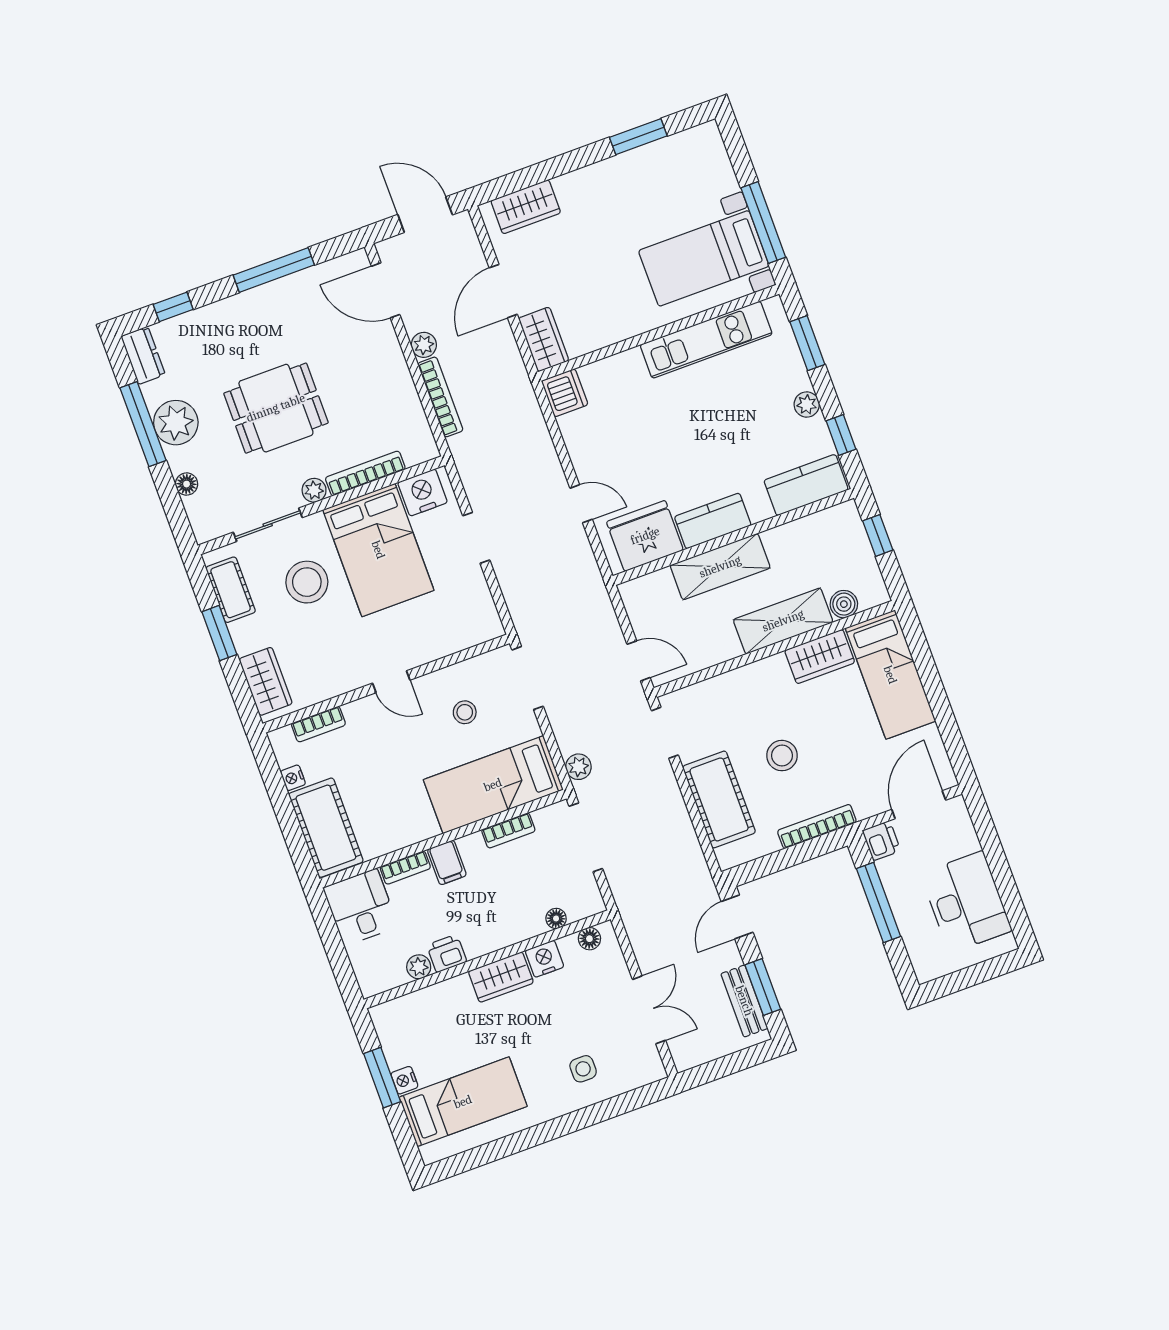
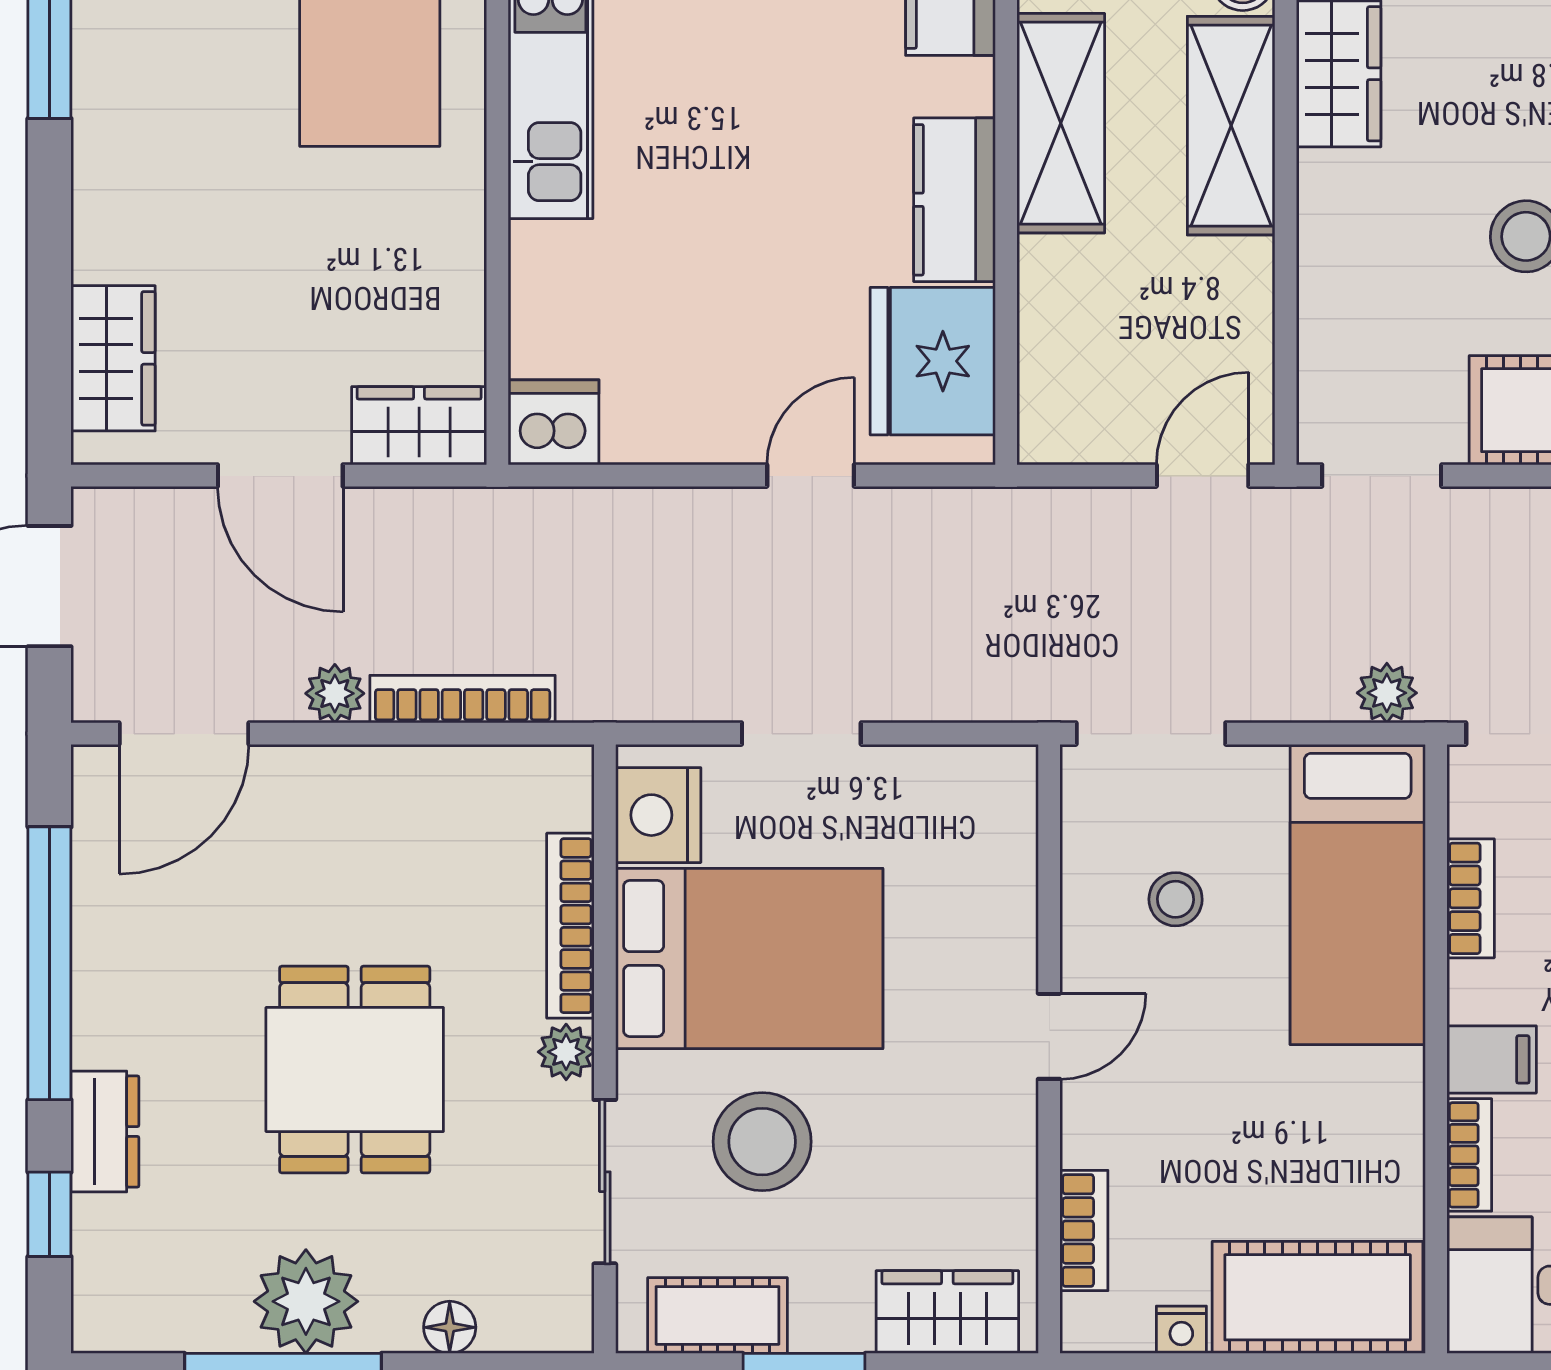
window: (274, 270) -> (49, 963), width x1.46
dresser: (143, 356) -> (105, 1132), moved, turned 90
shelving: (720, 567) -> (1061, 123), moved

